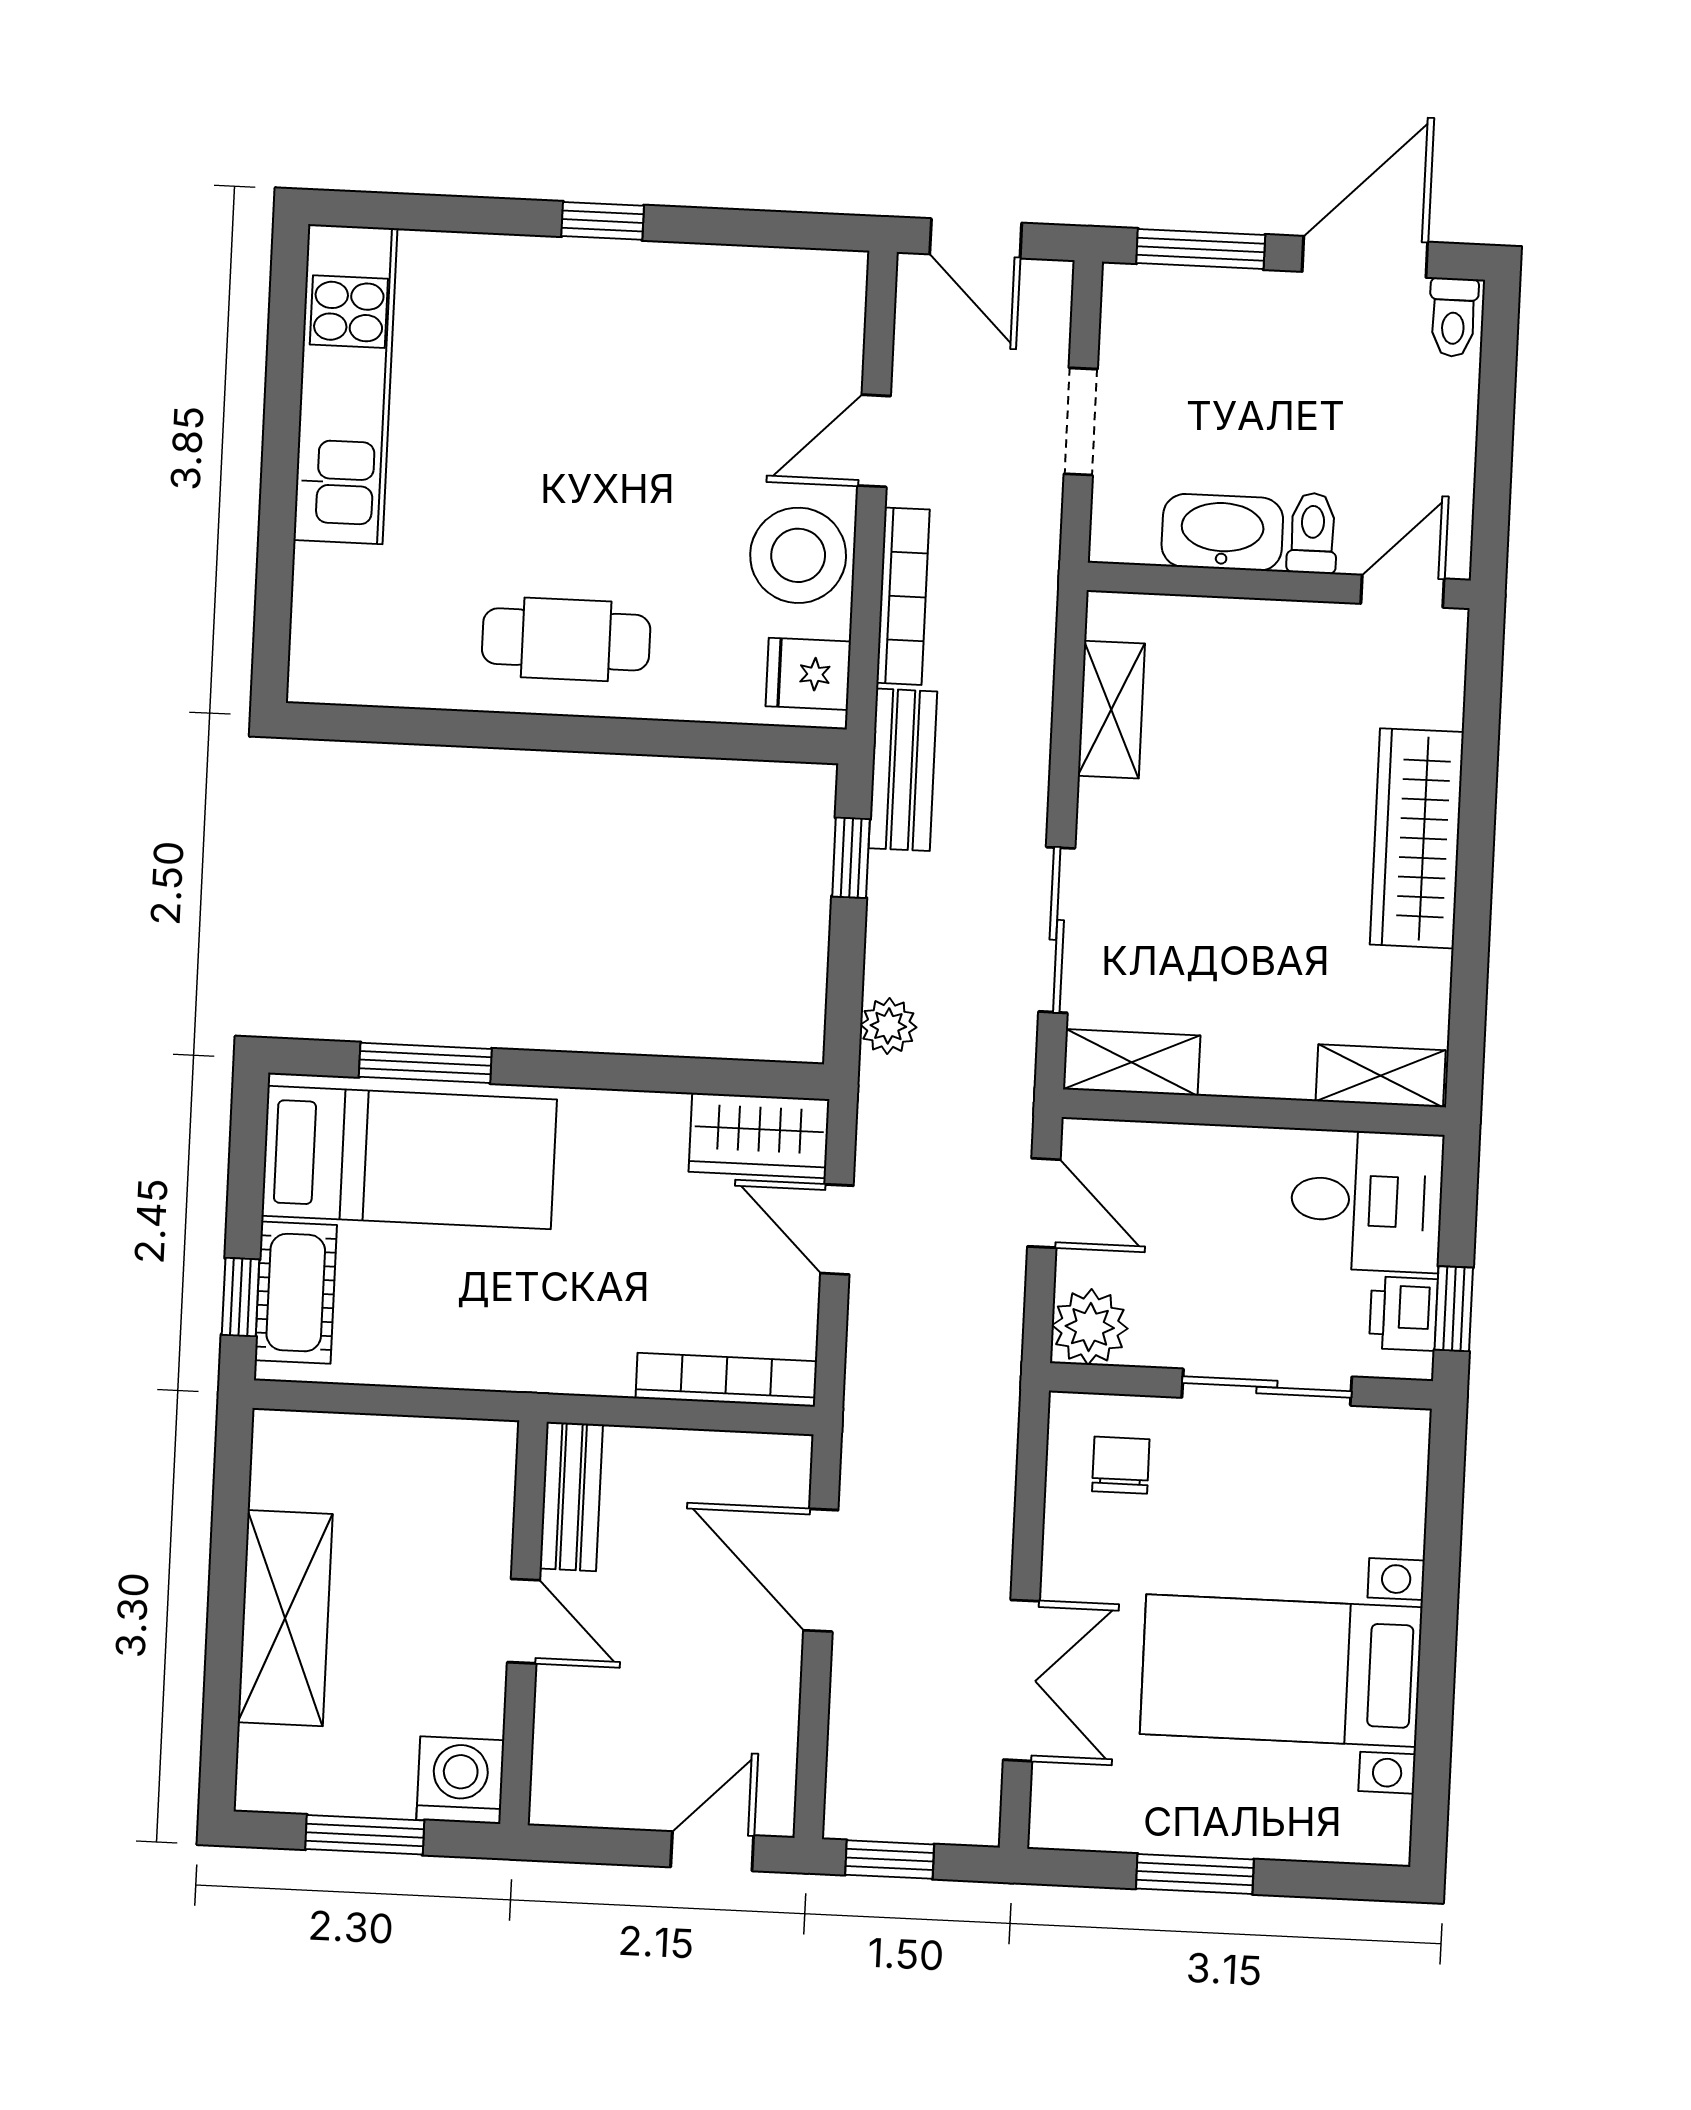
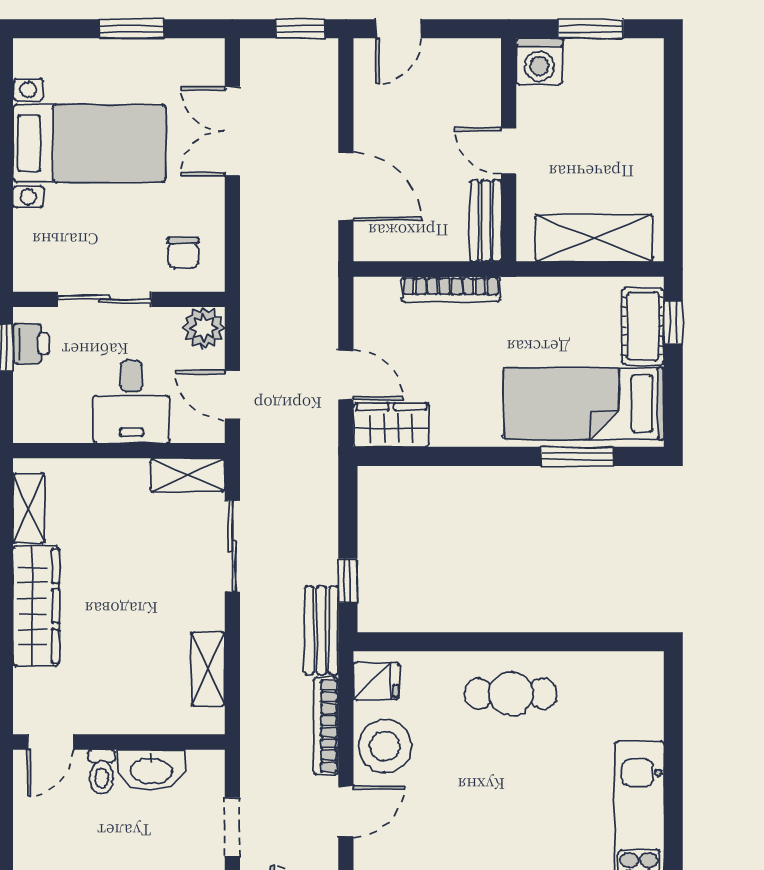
plant: (888, 1026) -> (323, 489), removed
shelving: (1381, 1076) -> (29, 508), moved, turned 90
desk: (1367, 1201) -> (131, 402), moved, turned -90
bookcase: (726, 1380) -> (451, 289), moved
shelving: (285, 1618) -> (594, 238), moved, turned 90

